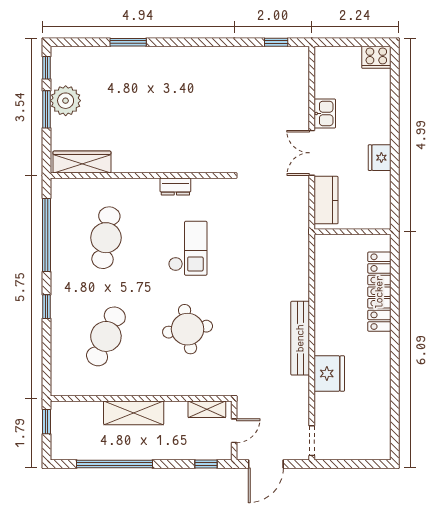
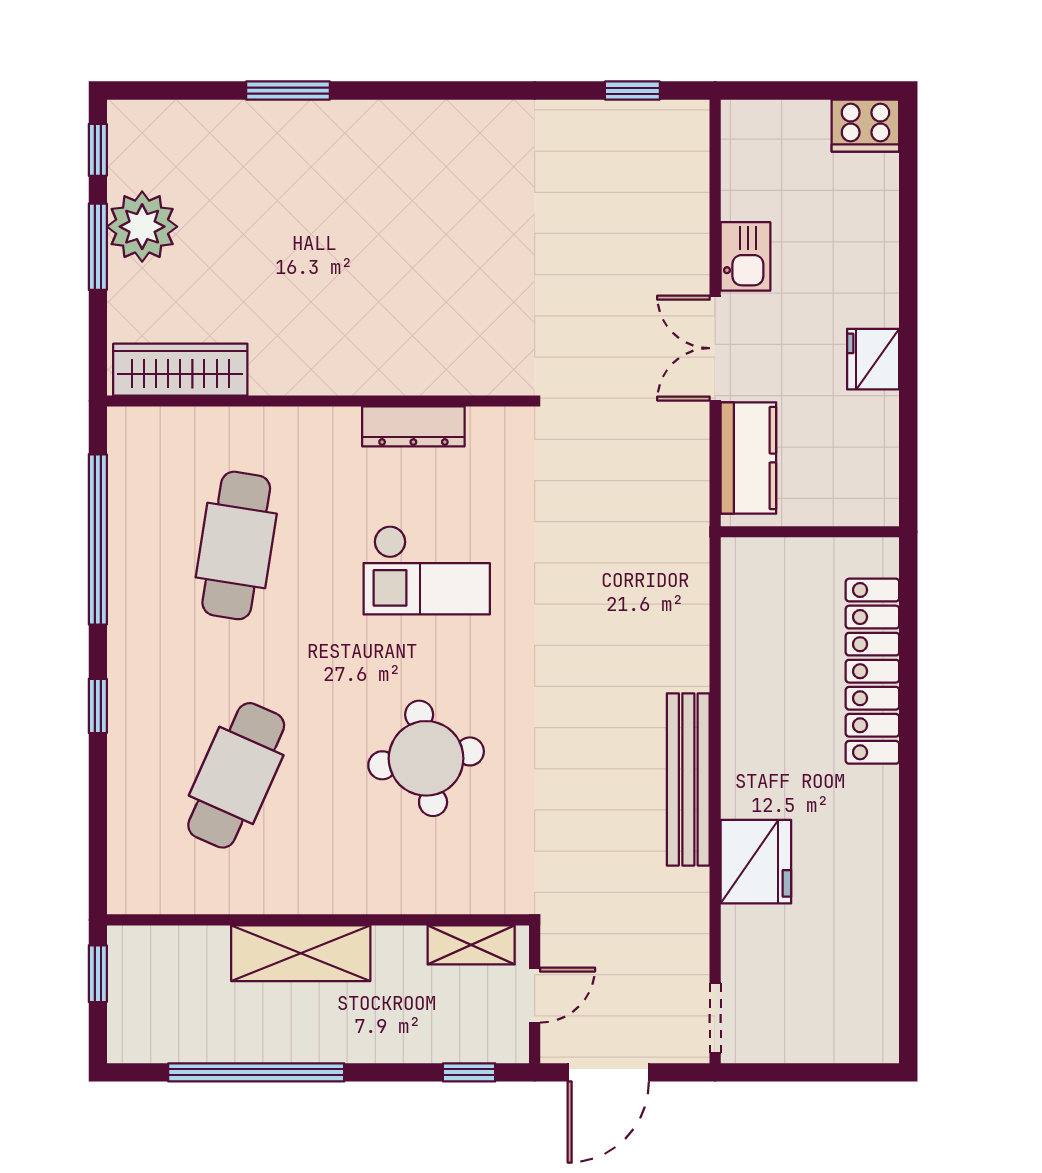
dresser: (175, 186) -> (413, 426), width x1.44
checkout: (188, 248) -> (427, 570), turned 90

